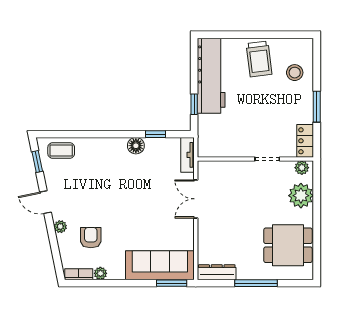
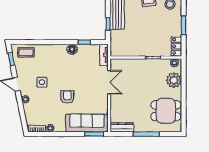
side table: (87, 199) -> (42, 82), added
double door: (196, 199) -> (109, 82), swing flipped
armchair: (91, 238) -> (67, 97), moved

